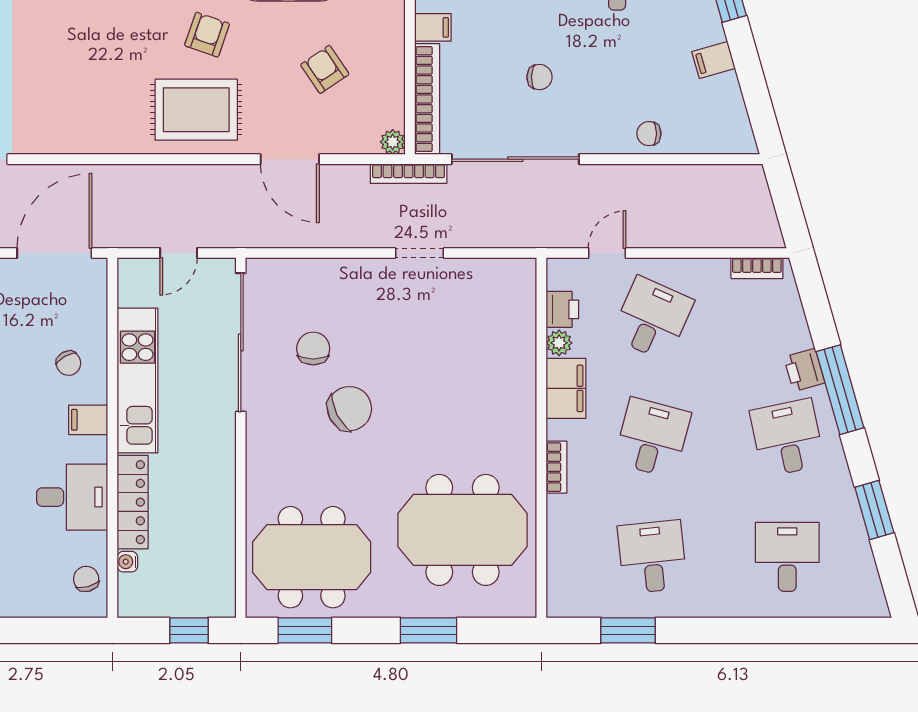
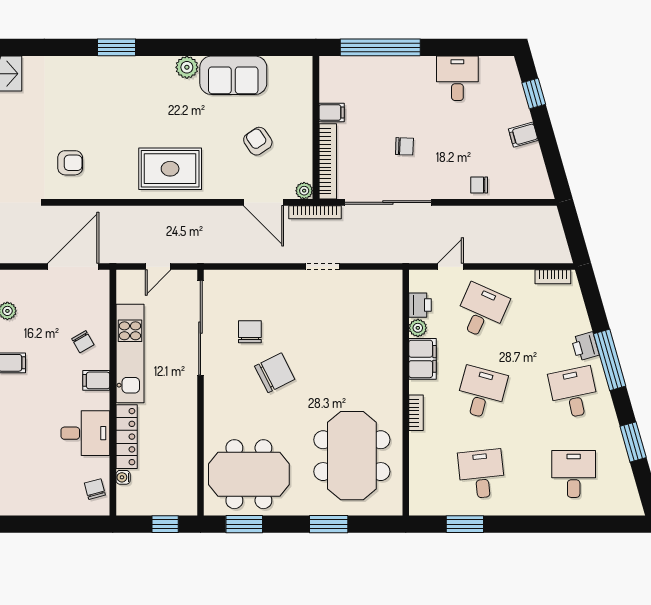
armchair: (207, 35) -> (70, 163), moved, turned 71
door: (290, 159) -> (264, 202), moved
meeting table: (462, 530) -> (352, 456), turned 90

